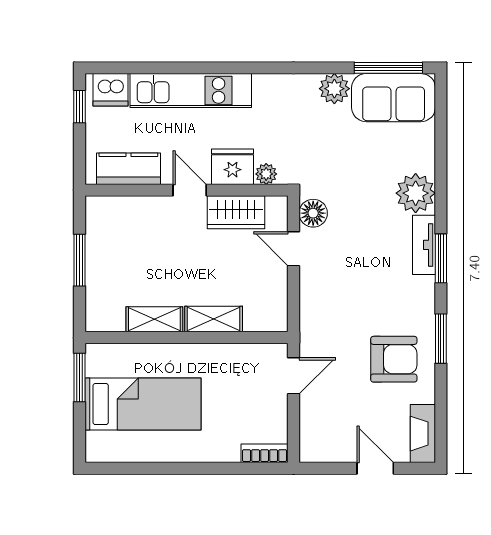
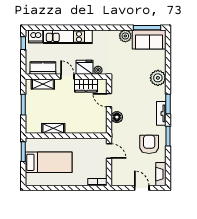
floor lamp: (313, 213) -> (117, 117), moved
tv unit: (424, 245) -> (161, 113), moved
shelving: (214, 319) -> (43, 84), moved
armchair: (394, 359) -> (149, 144), turned -90
door: (294, 376) -> (109, 151), hinge flipped

